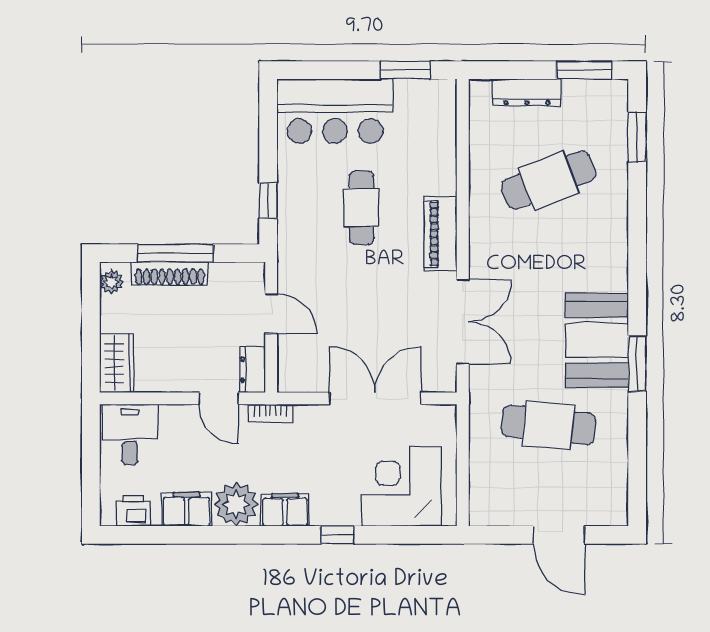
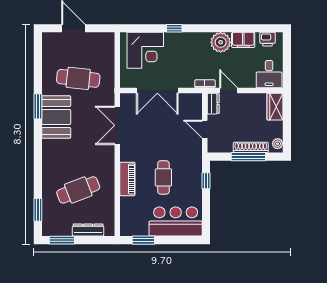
piano: (440, 234) -> (127, 179), moved
filing cabinet: (285, 510) -> (198, 40), removed

